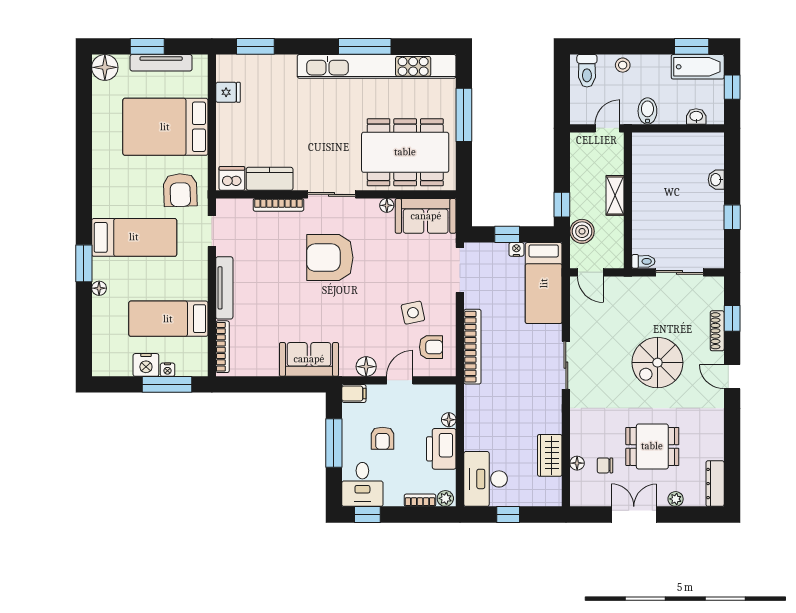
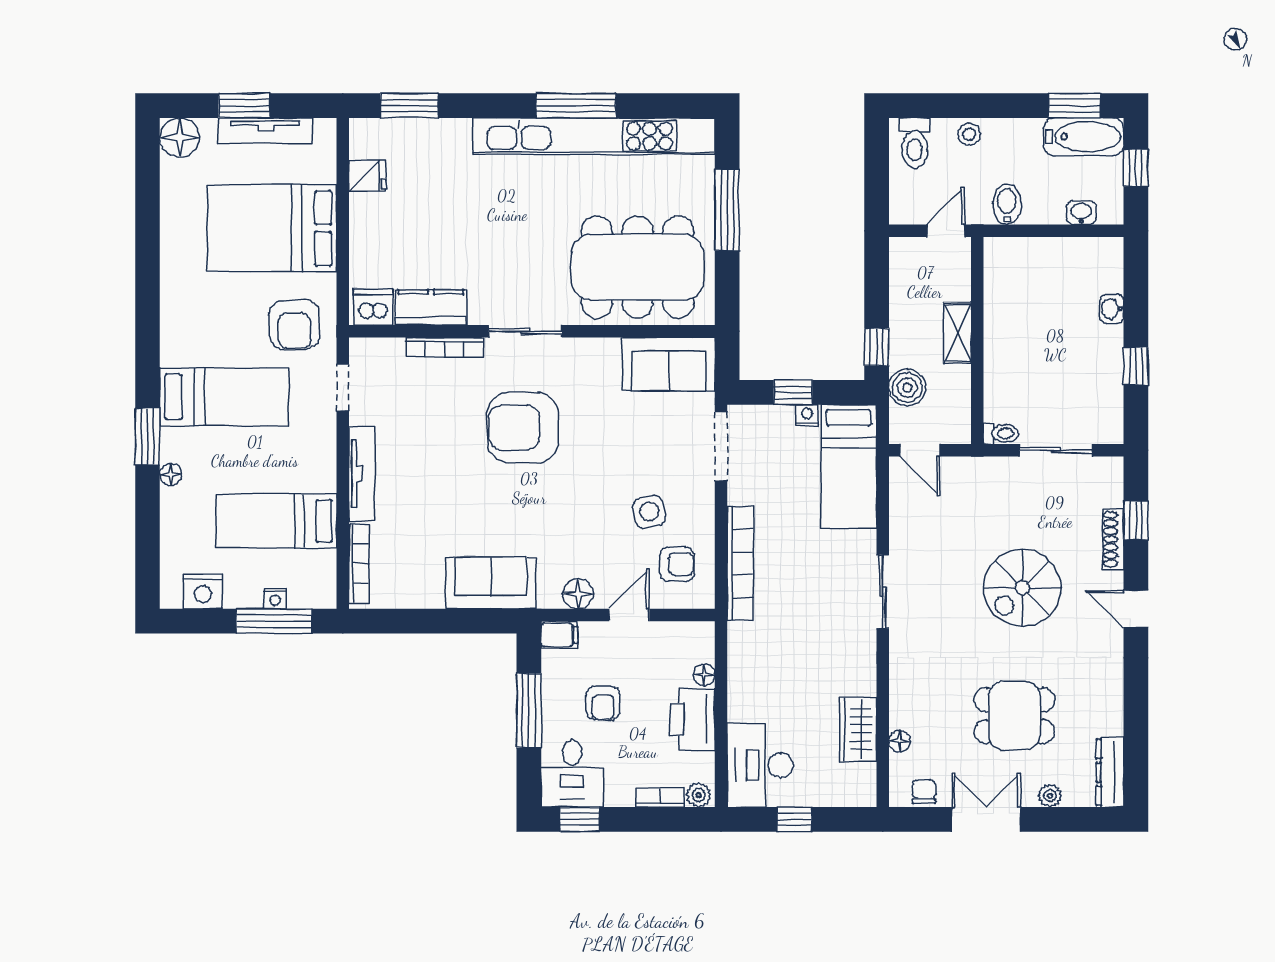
floor lamp: (387, 205) -> (609, 348), removed
nightstand: (146, 365) -> (203, 591), moved
chair: (605, 465) -> (924, 792), moved, turned 90

